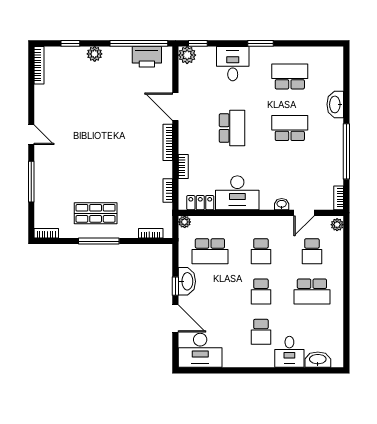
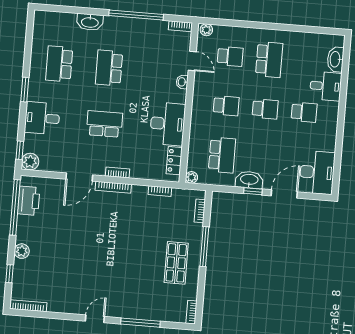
bookcase: (183, 166) -> (118, 173), moved
window: (99, 241) -> (204, 247), moved

